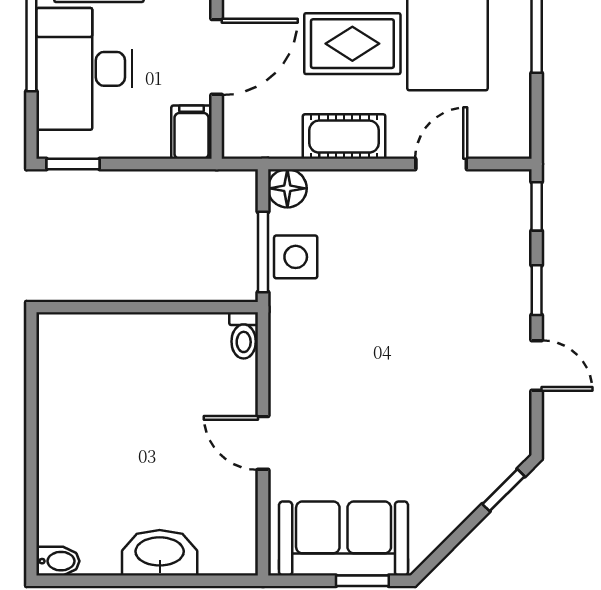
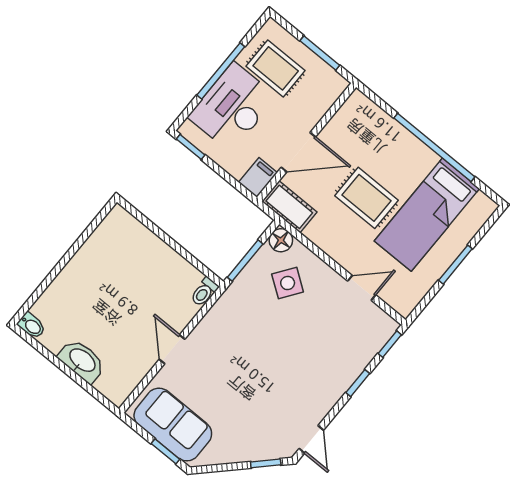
cot: (344, 137) -> (289, 207), moved
side table: (296, 257) -> (288, 283), moved, turned 35
door: (537, 365) -> (311, 439), moved

